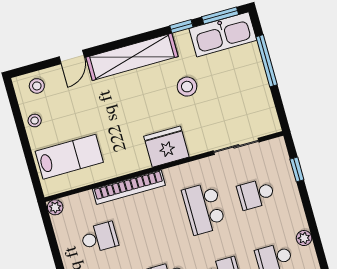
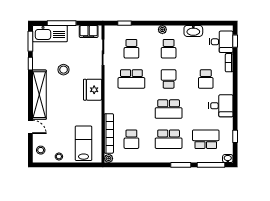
kitchen sink: (223, 34) -> (50, 34), moved, turned 90
filing cabinet: (265, 112) -> (89, 31), added
bookcase: (129, 187) -> (109, 133), moved
school desk: (99, 238) -> (131, 139), turned 180

